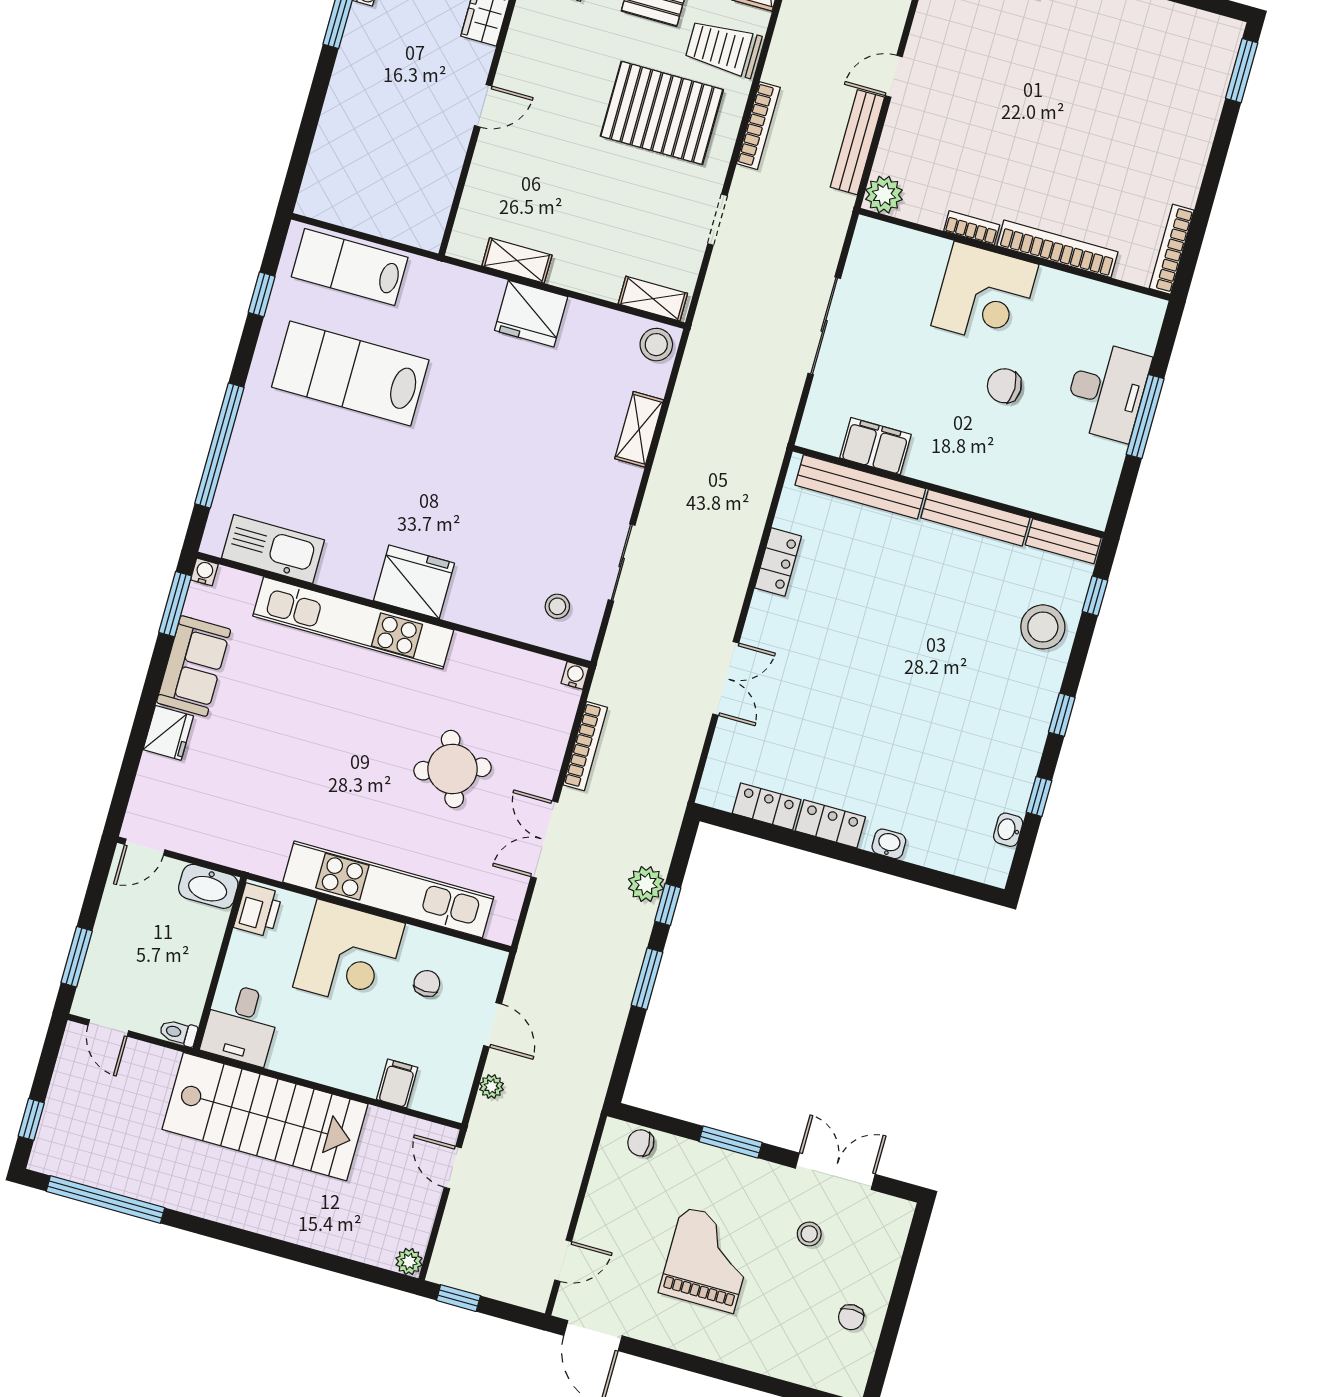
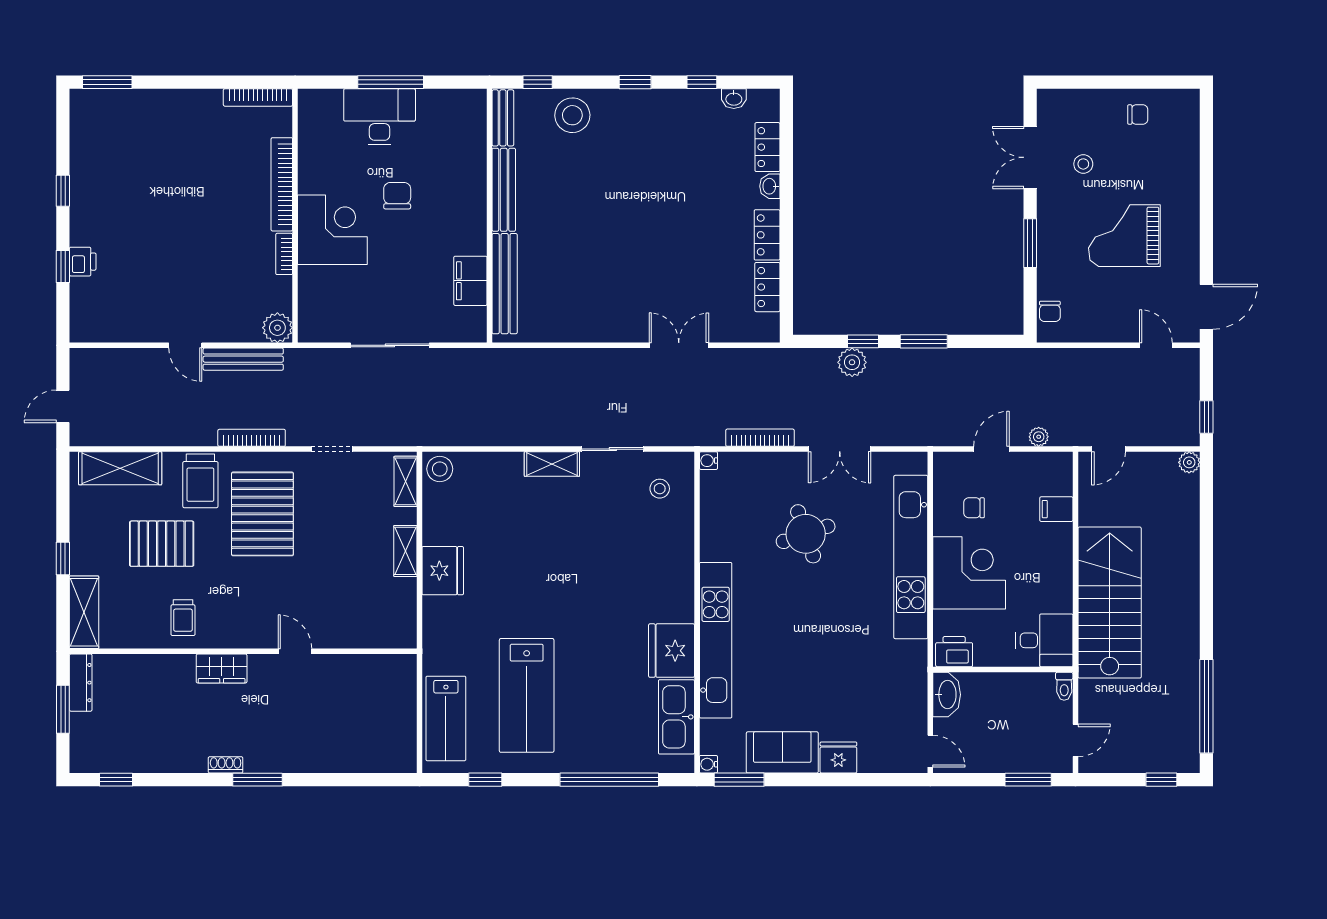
shelving: (517, 260) -> (405, 551), moved
chair: (1004, 386) -> (397, 196), turned 180
shelving: (639, 429) -> (552, 464), moved
locker: (778, 562) -> (767, 147), moved, turned -90
fridge: (414, 582) -> (672, 651), moved

